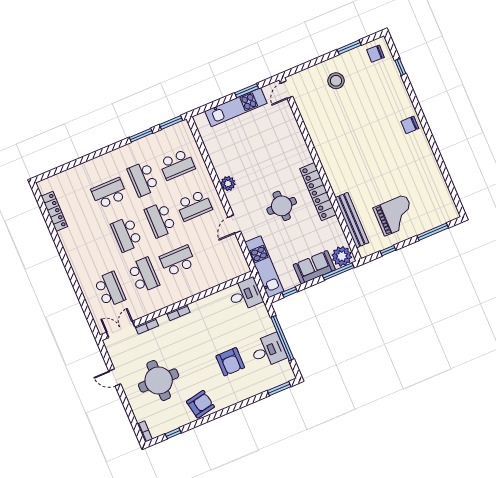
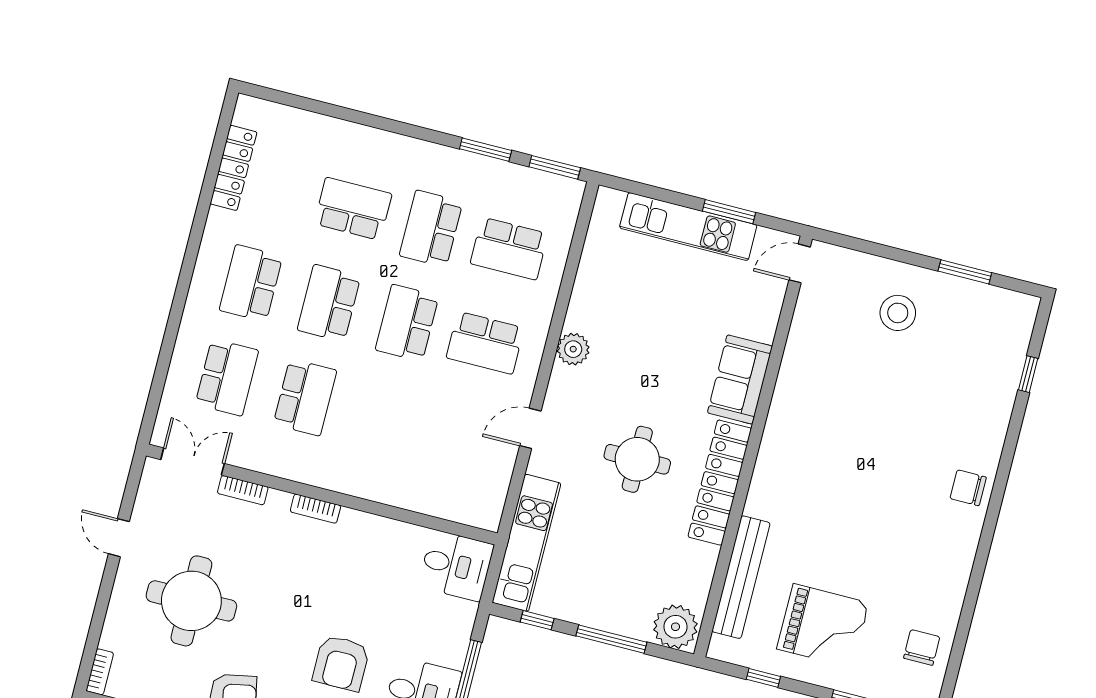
chair: (376, 54) -> (922, 647), moved, turned 88
school desk: (178, 261) -> (251, 283), moved, turned -90
sofa: (314, 267) -> (740, 380), moved, turned -90
window: (338, 272) -> (611, 639), moved

